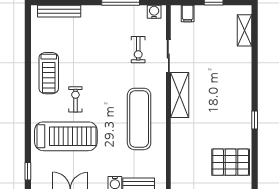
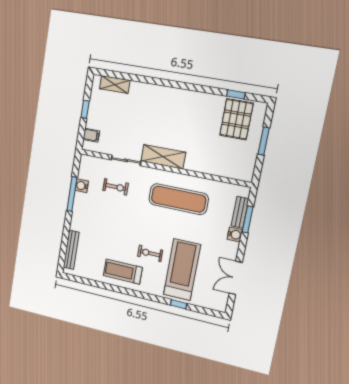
water cooler: (154, 12) -> (82, 186), moved
treadmill: (49, 73) -> (123, 272), turned 180
window: (255, 120) -> (236, 94), moved
window: (28, 171) -> (179, 304), moved

